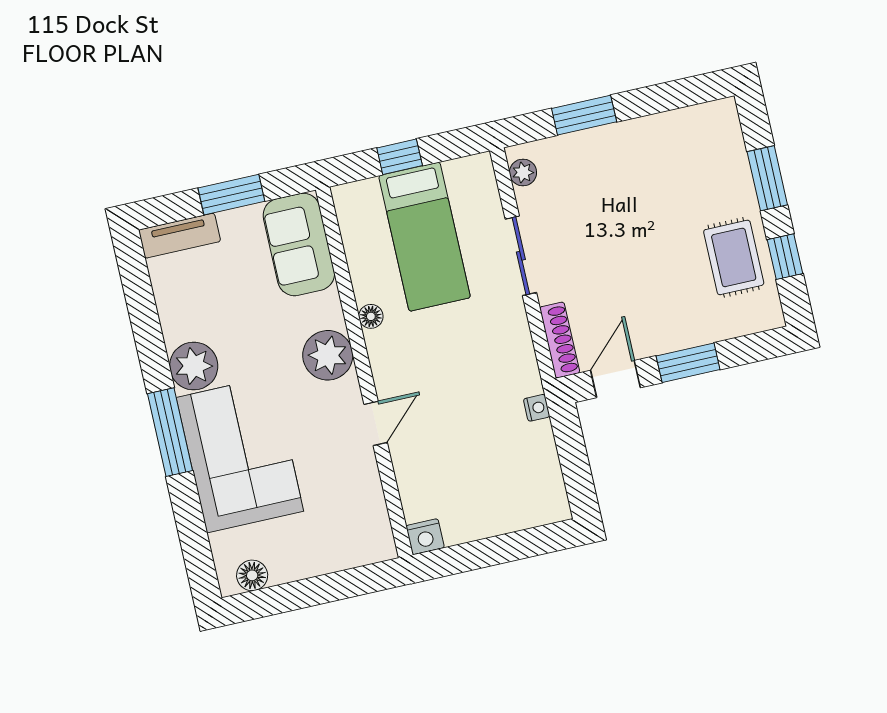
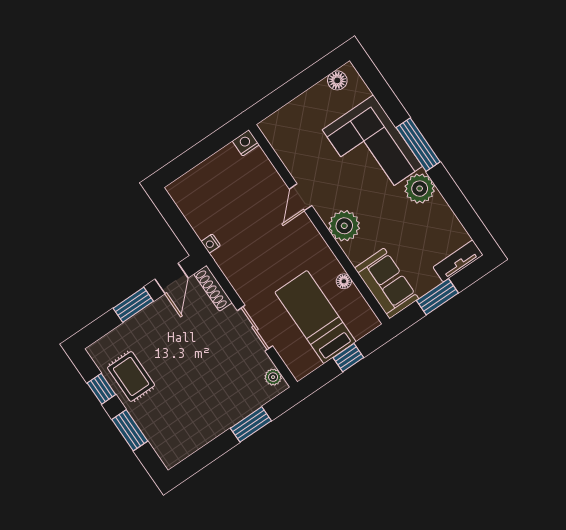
floor lamp: (371, 316) -> (344, 281), moved

